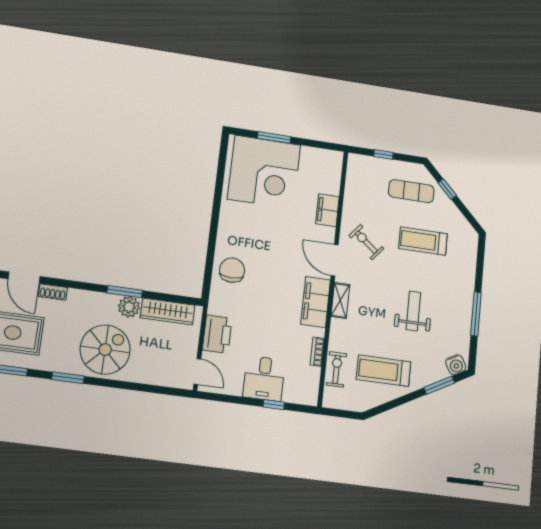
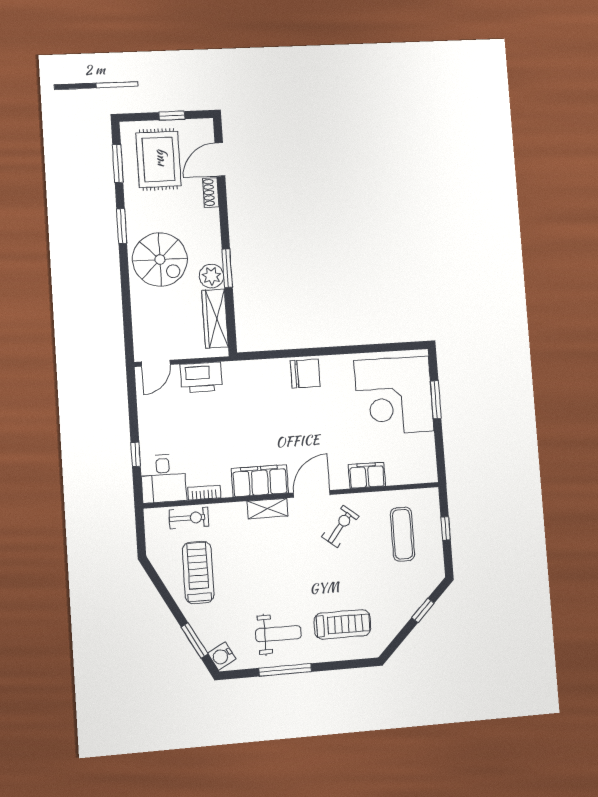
exercise mat: (411, 191) -> (402, 534), moved
treadmill: (423, 241) -> (343, 624), moved, turned 90
chair: (232, 270) -> (305, 374), moved
weight bench: (413, 311) -> (278, 634), moved
desk: (264, 378) -> (163, 478), moved, turned -90

